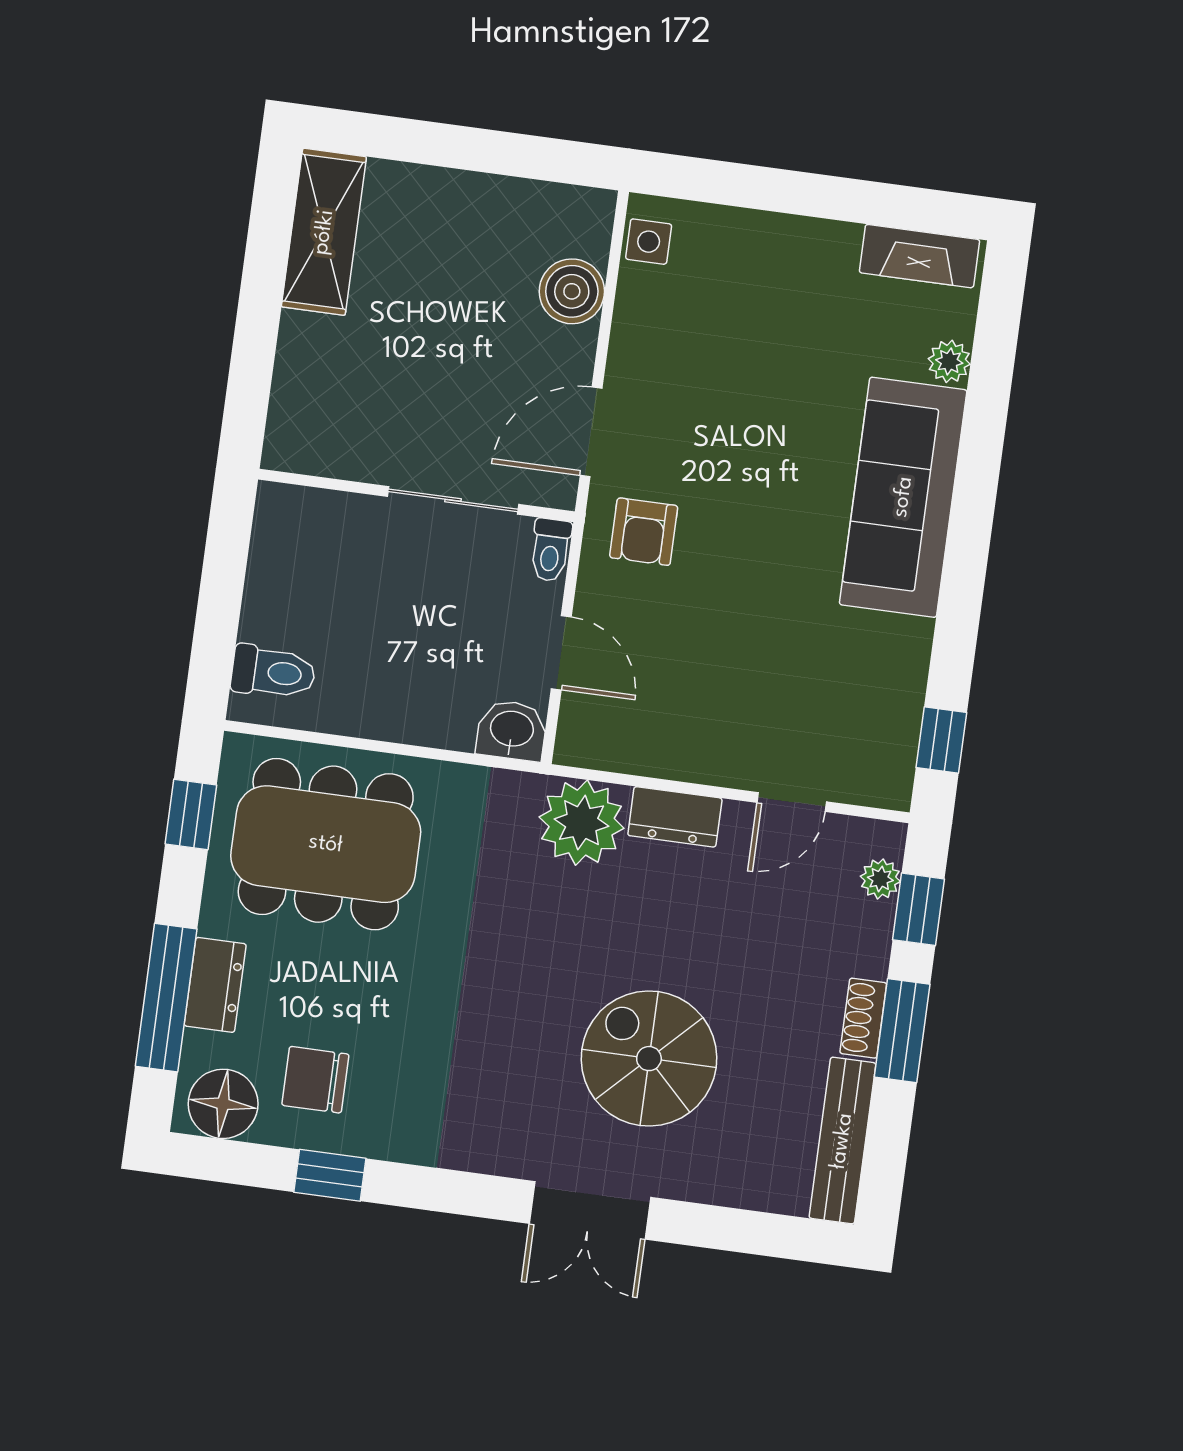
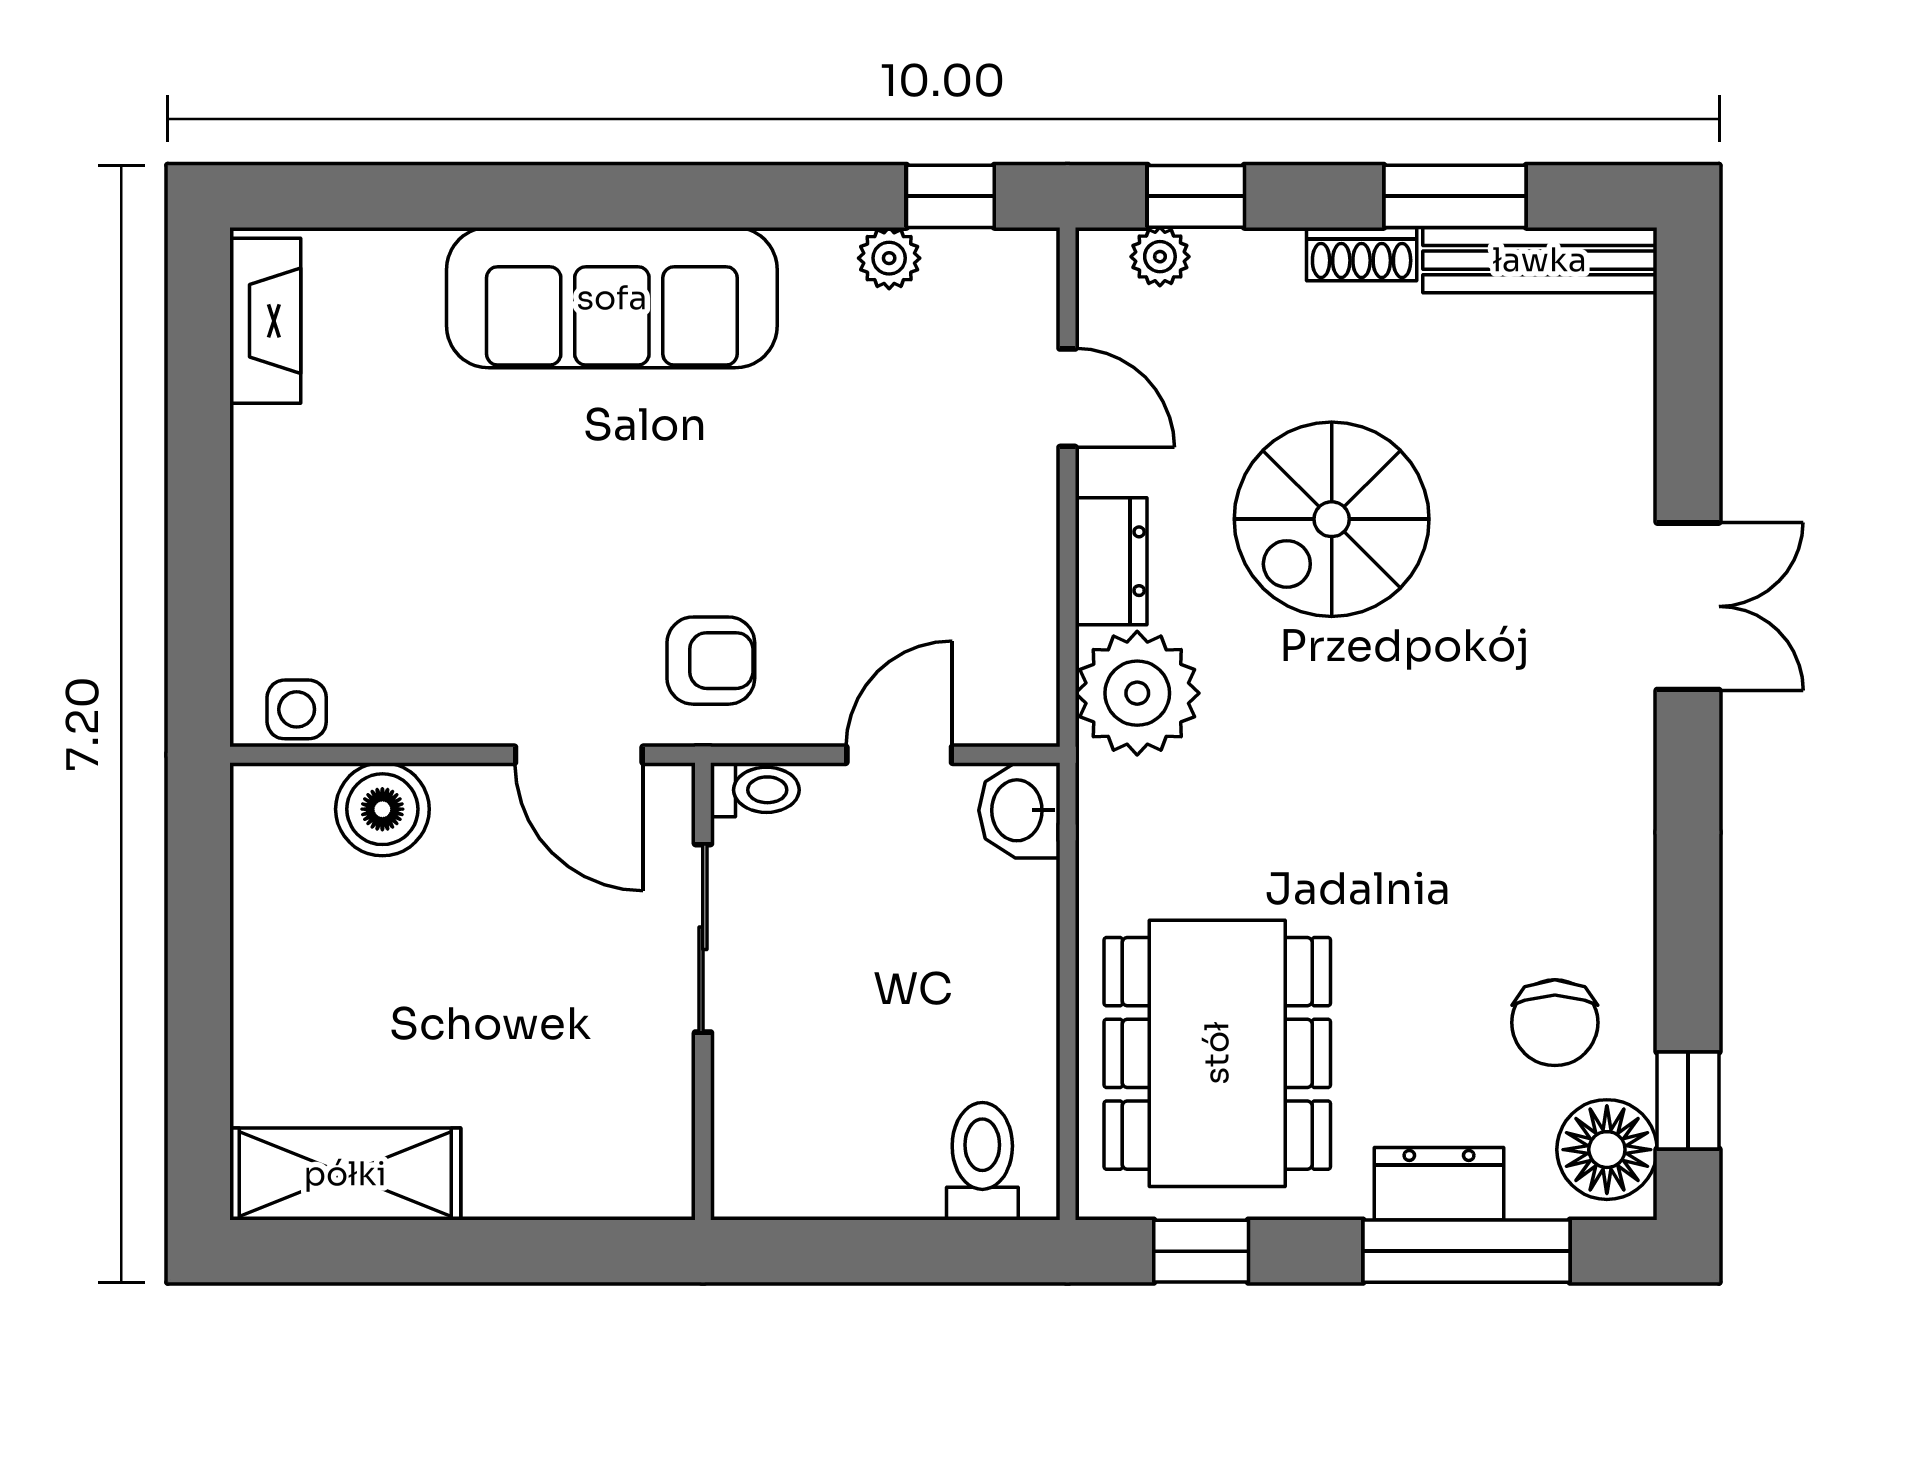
plant: (949, 361) -> (889, 258), moved
window: (902, 1031) -> (1455, 196), moved
spiral stairs: (649, 1059) -> (1332, 519), moved
window: (330, 1175) -> (1688, 1100), moved

